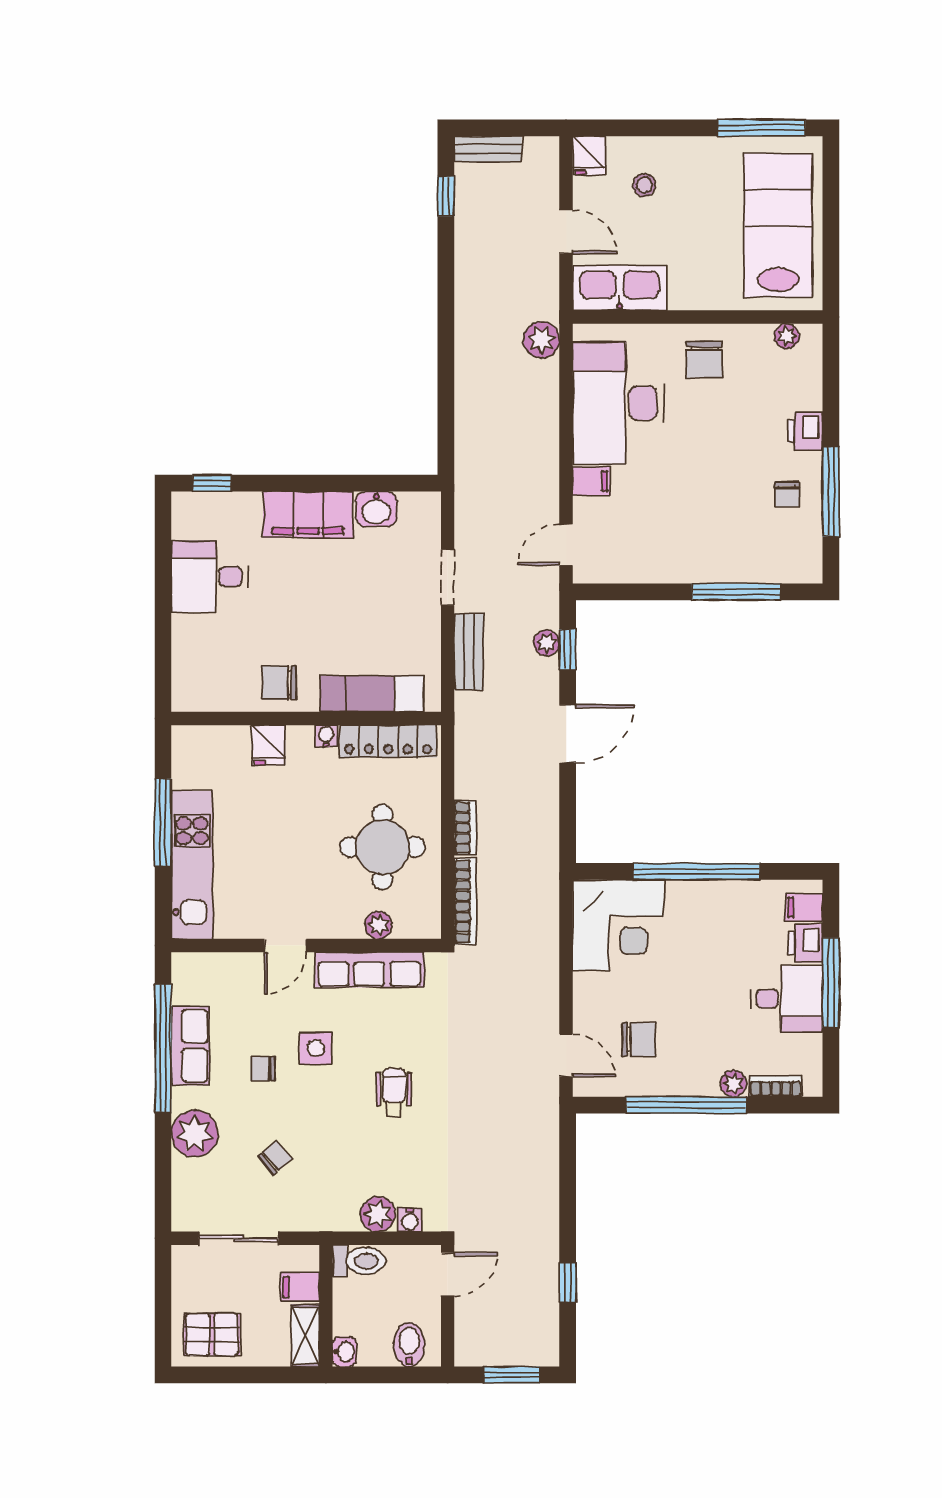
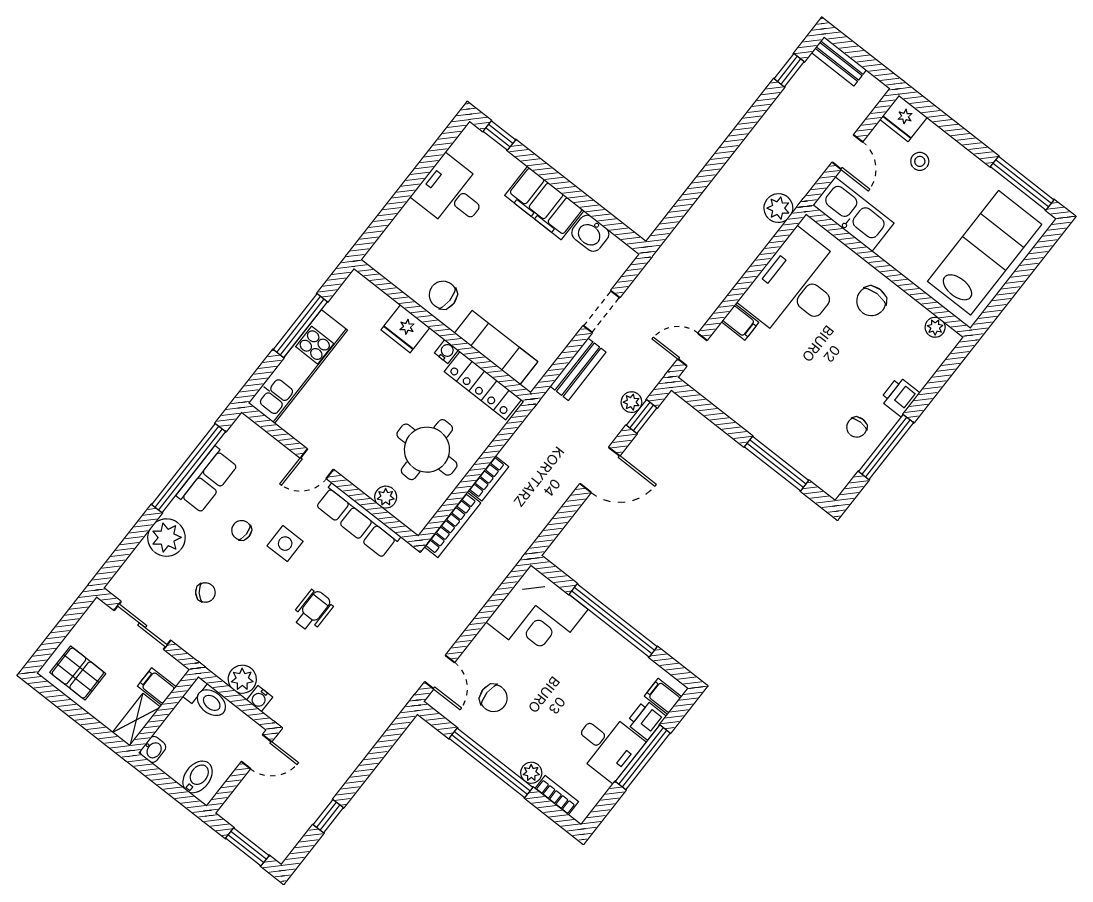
fridge: (589, 156) -> (903, 118), width x1.38
fridge: (268, 745) -> (405, 329), width x1.38

